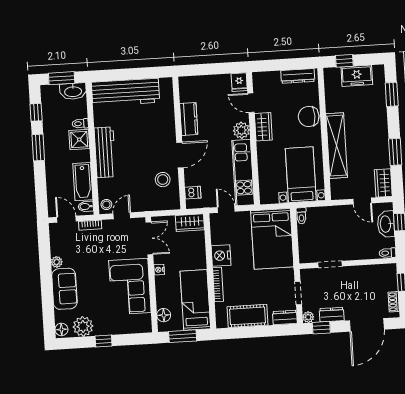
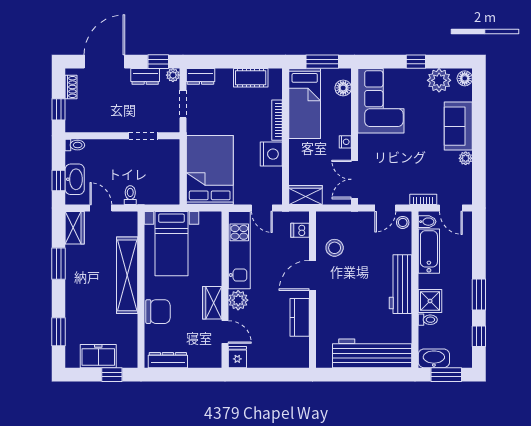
toilet: (301, 216) -> (130, 195), moved
corner sofa: (130, 287) -> (381, 101), moved
cot: (248, 316) -> (251, 78), width x0.73, depth x0.75

